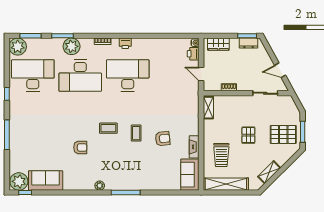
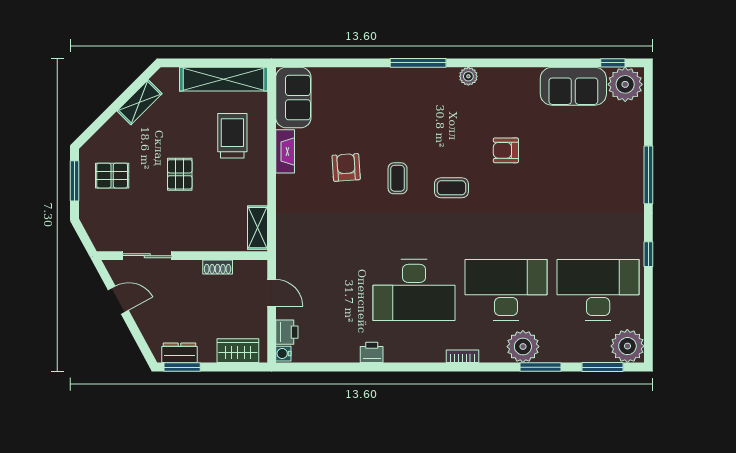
printer: (125, 43) -> (372, 352), moved
desk: (33, 76) -> (598, 290), turned 180
pallet: (283, 134) -> (112, 176), width x0.67, depth x0.71
armchair: (163, 139) -> (346, 167), turned 92

